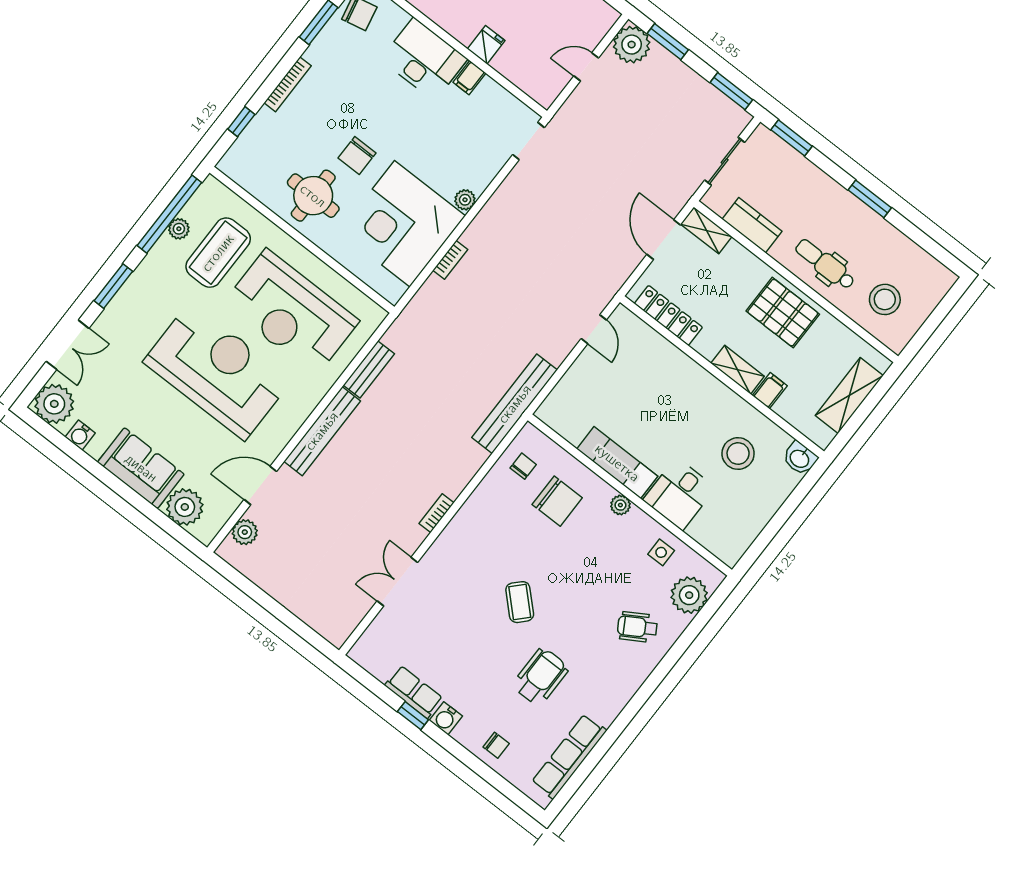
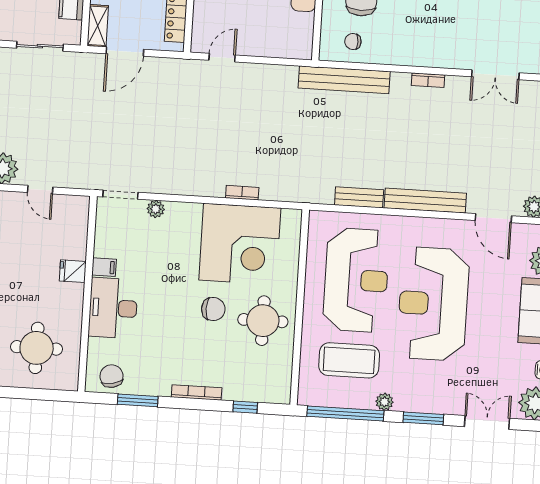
plant: (465, 200) -> (156, 209), moved
plant: (179, 229) -> (384, 402), moved
bench: (515, 404) -> (344, 80), moved

